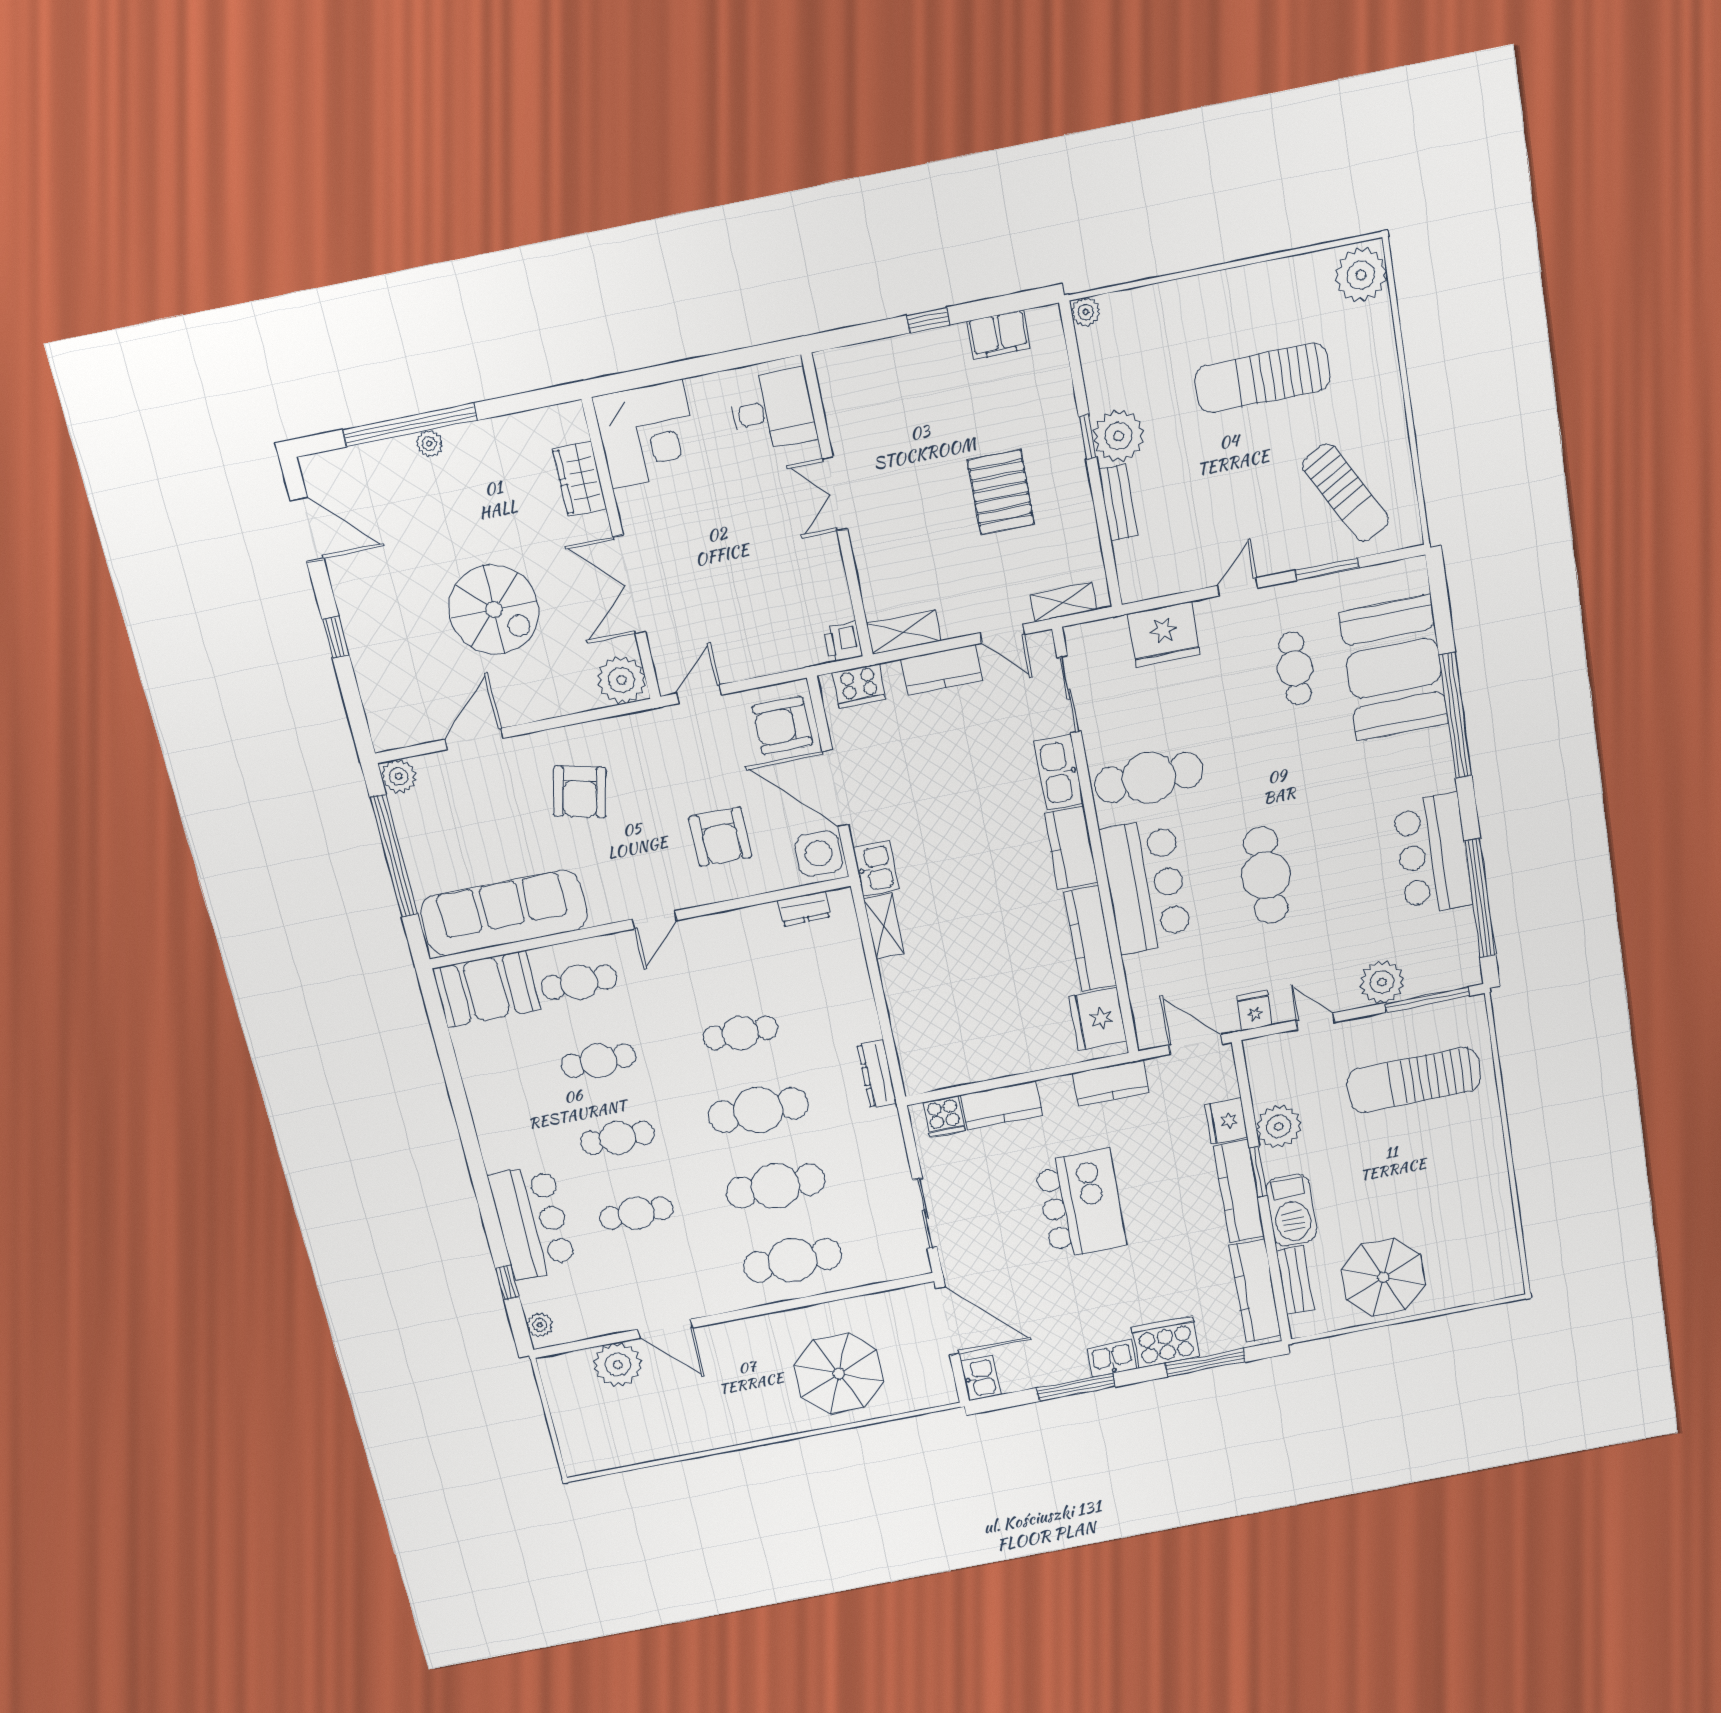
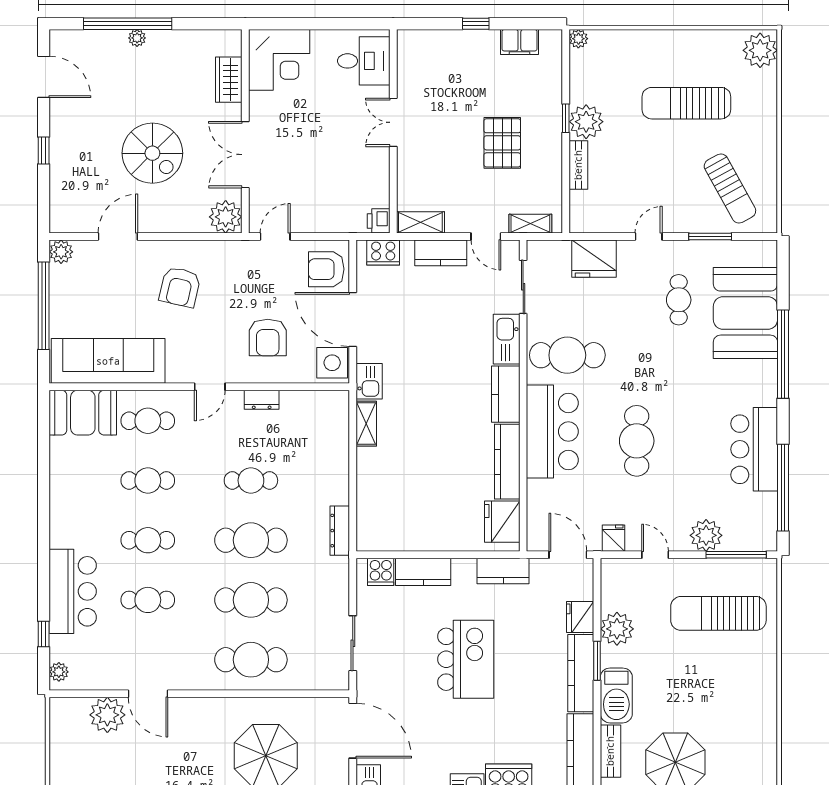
dresser: (804, 909) -> (262, 400), moved

